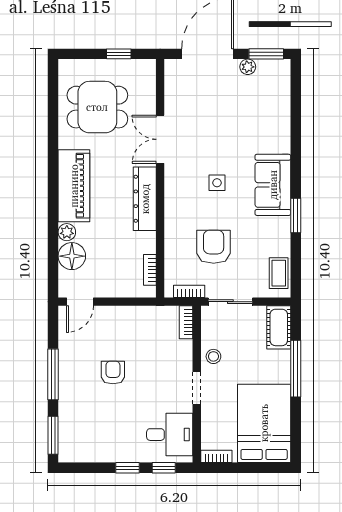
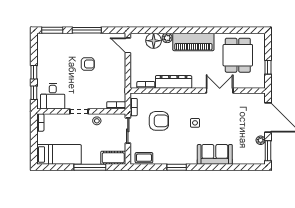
sofa: (273, 185) -> (215, 154), moved
dresser: (145, 199) -> (174, 82), moved
bed: (264, 423) -> (59, 154), width x0.67

